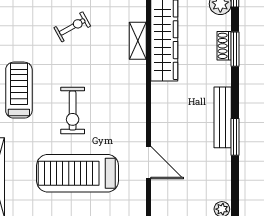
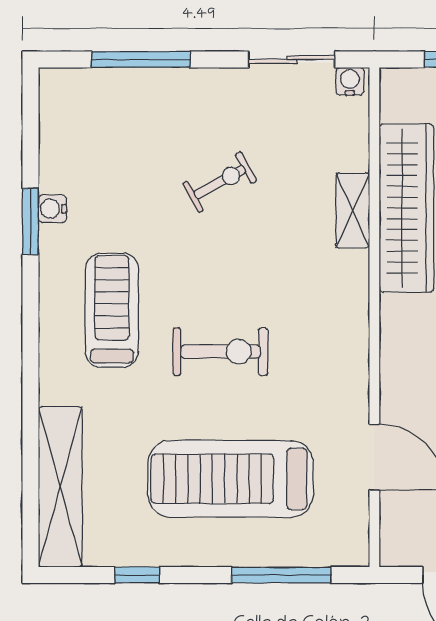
exercise bike: (73, 110) -> (220, 352), turned -90

